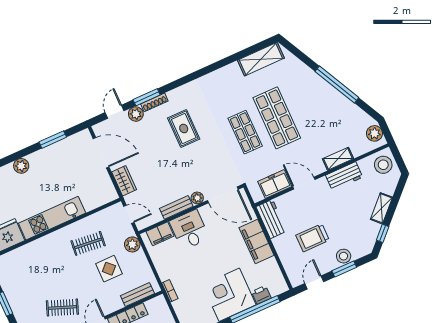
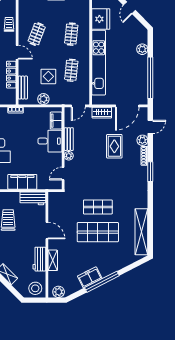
shelving: (261, 59) -> (141, 232), width x1.47
window: (147, 97) -> (150, 172), moved
door: (115, 112) -> (150, 127), hinge flipped
rug: (184, 129) -> (114, 146), moved, turned 90
window: (53, 140) -> (150, 78), width x2.11
door: (304, 183) -> (47, 230), hinge flipped
freezer: (275, 184) -> (90, 277), moved, turned -117
door: (223, 195) -> (63, 174), width x0.53
kitchen unit: (52, 218) -> (99, 63), width x1.36
plant: (132, 244) -> (43, 99), moved
clothes rail: (43, 264) -> (71, 34), added

